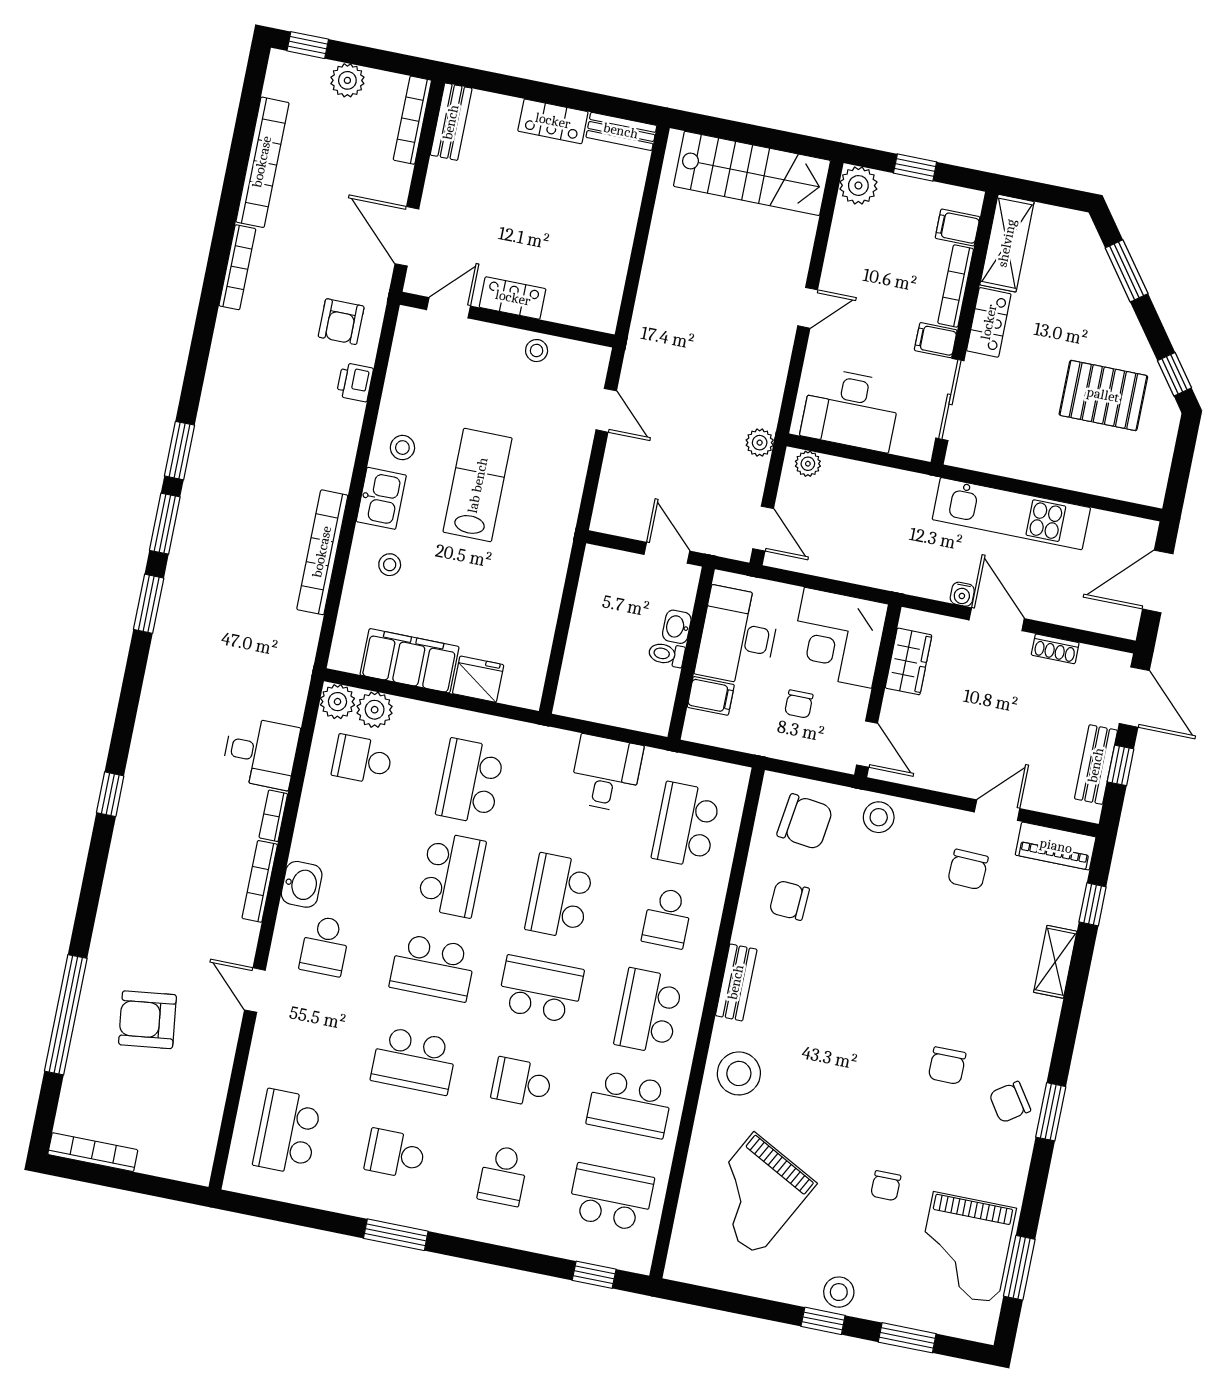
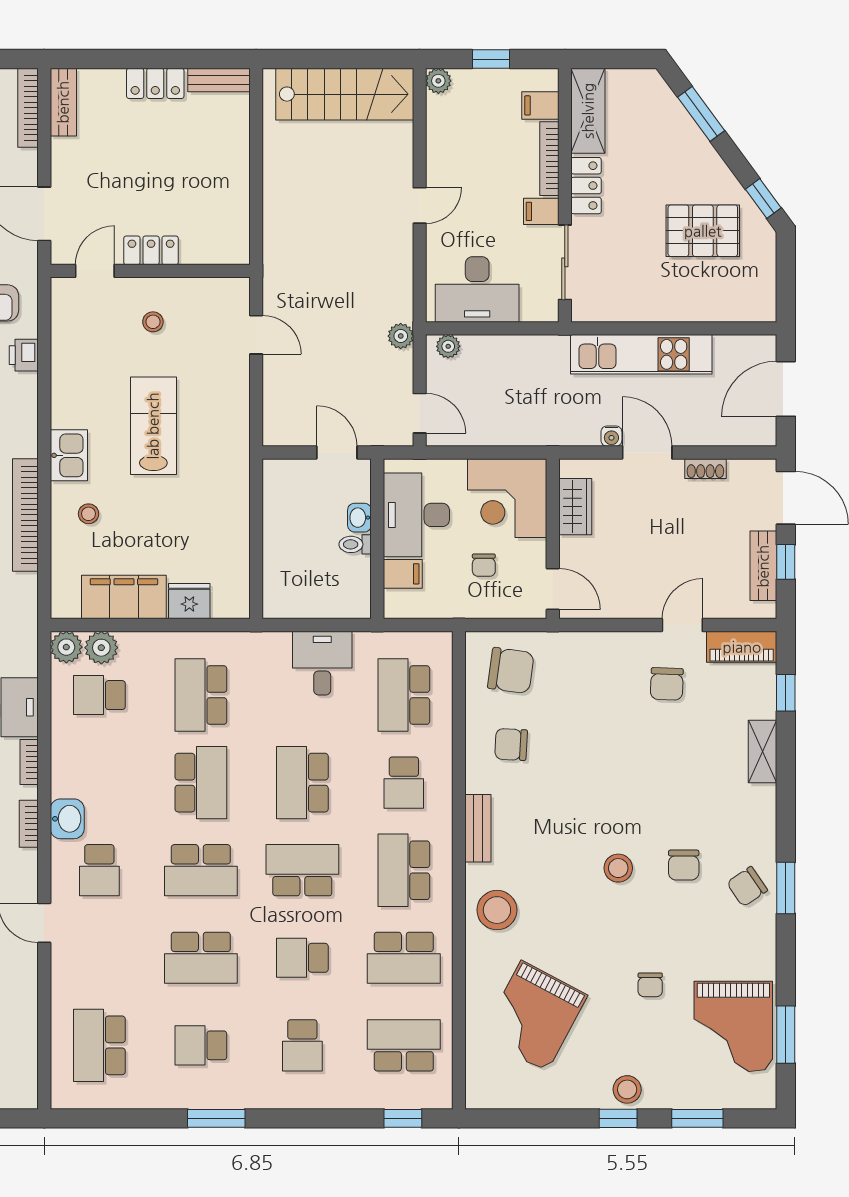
plant: (858, 185) -> (438, 81), width x0.73, depth x0.73
stool: (537, 351) -> (153, 322), moved
stool: (402, 448) -> (79, 406), removed
stool: (879, 817) -> (618, 868), moved
bookcase: (260, 881) -> (29, 824), width x0.64

